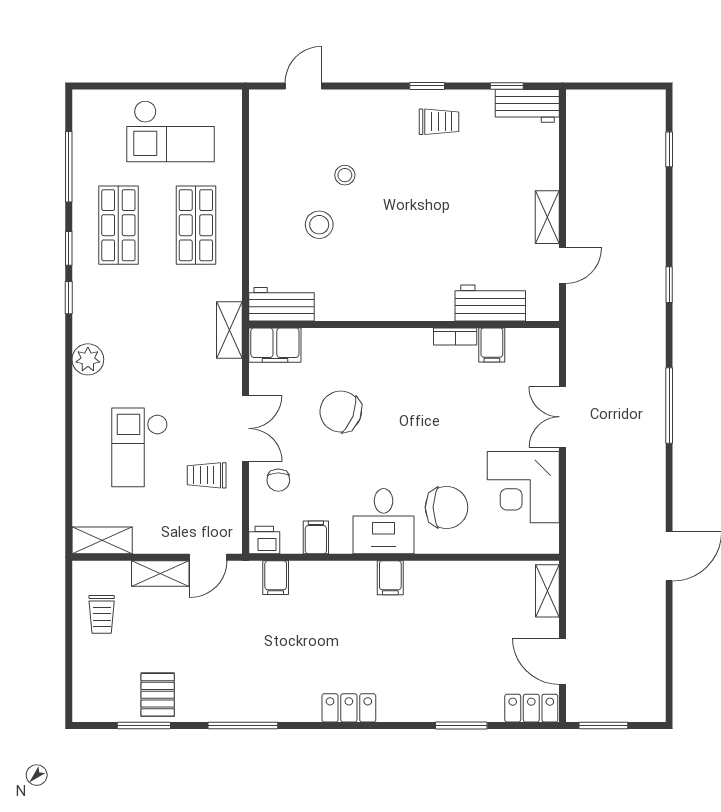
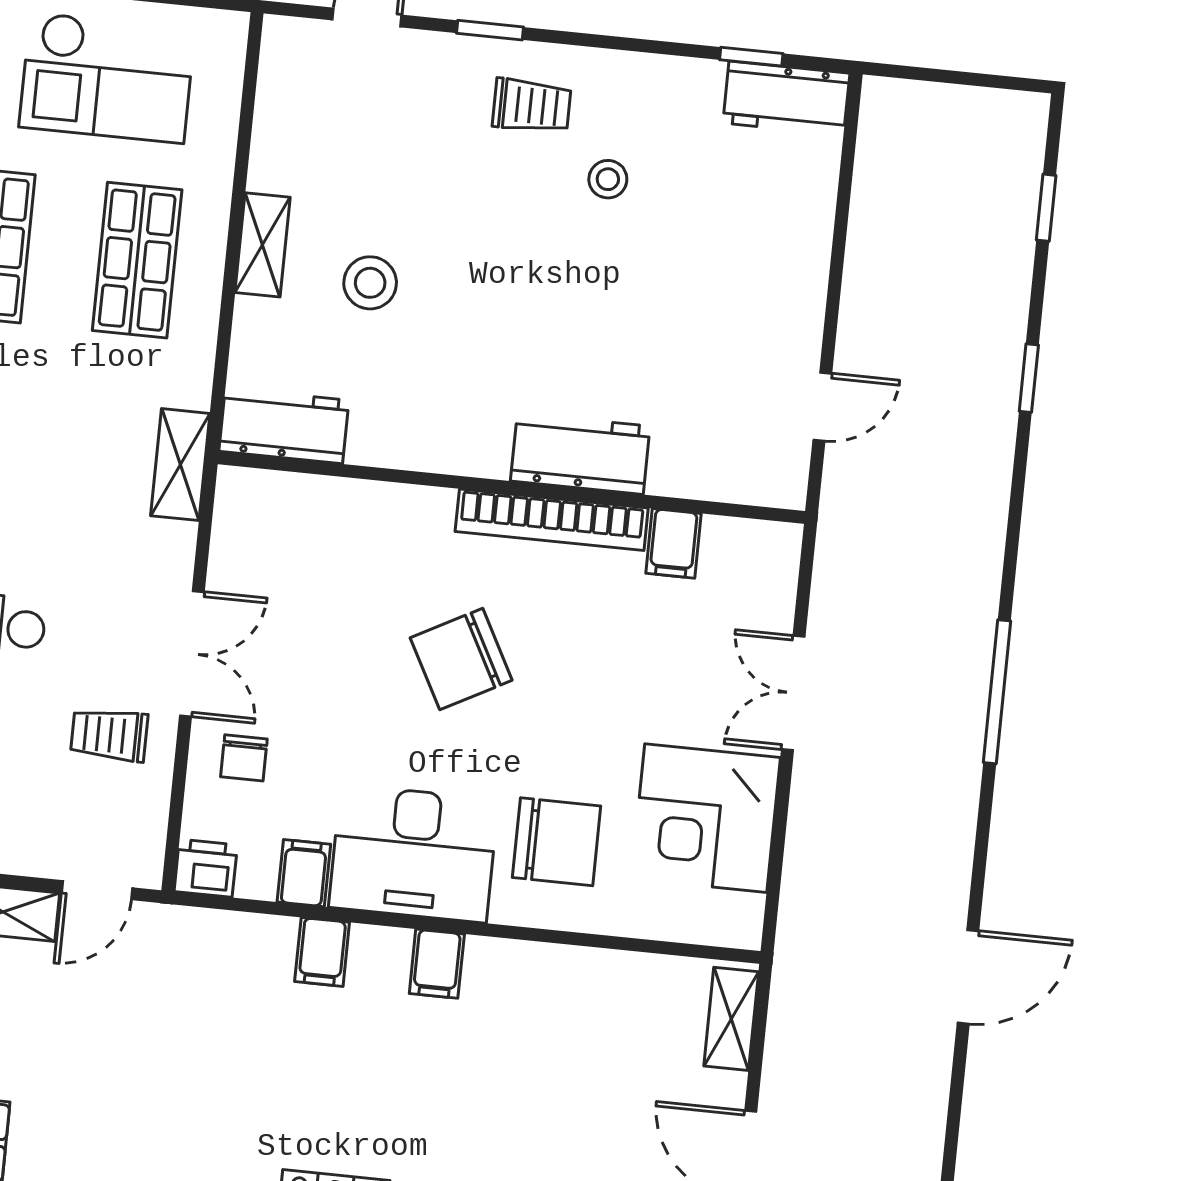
window: (427, 86) -> (490, 30), moved
trolley: (439, 122) -> (532, 106), moved
stool: (345, 175) -> (608, 179), moved
shelving: (547, 217) -> (263, 245), moved
window: (669, 285) -> (1029, 378), moved
workbench: (490, 303) -> (580, 454), moved
bookcase: (455, 336) -> (552, 520), width x2.31, depth x1.31
filing cabinet: (275, 345) -> (263, 502), removed
chair: (341, 412) -> (461, 659), moved, turned -49
desk: (384, 521) -> (414, 853), width x1.37
filing cabinet: (276, 578) -> (322, 952), moved

